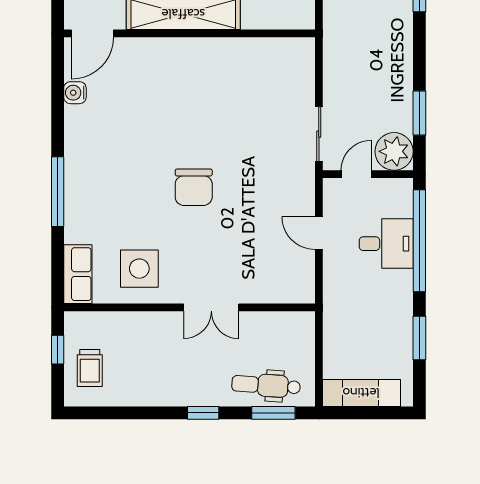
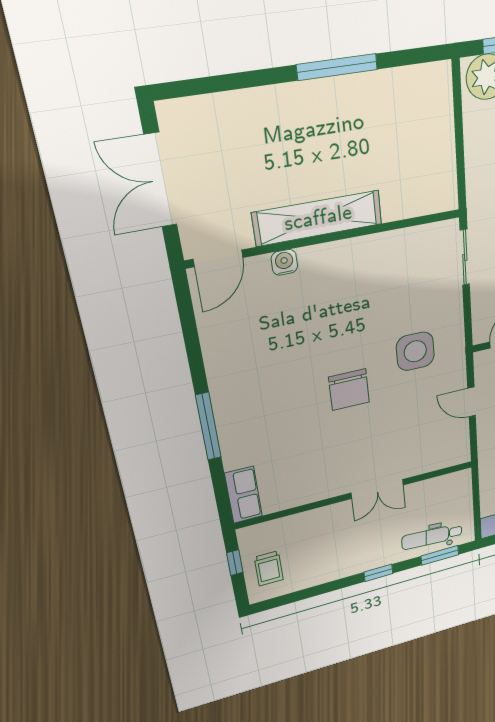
water cooler: (75, 93) -> (284, 262), moved, turned 90
sliding door: (319, 134) -> (465, 257), moved
side table: (139, 269) -> (415, 351), moved

